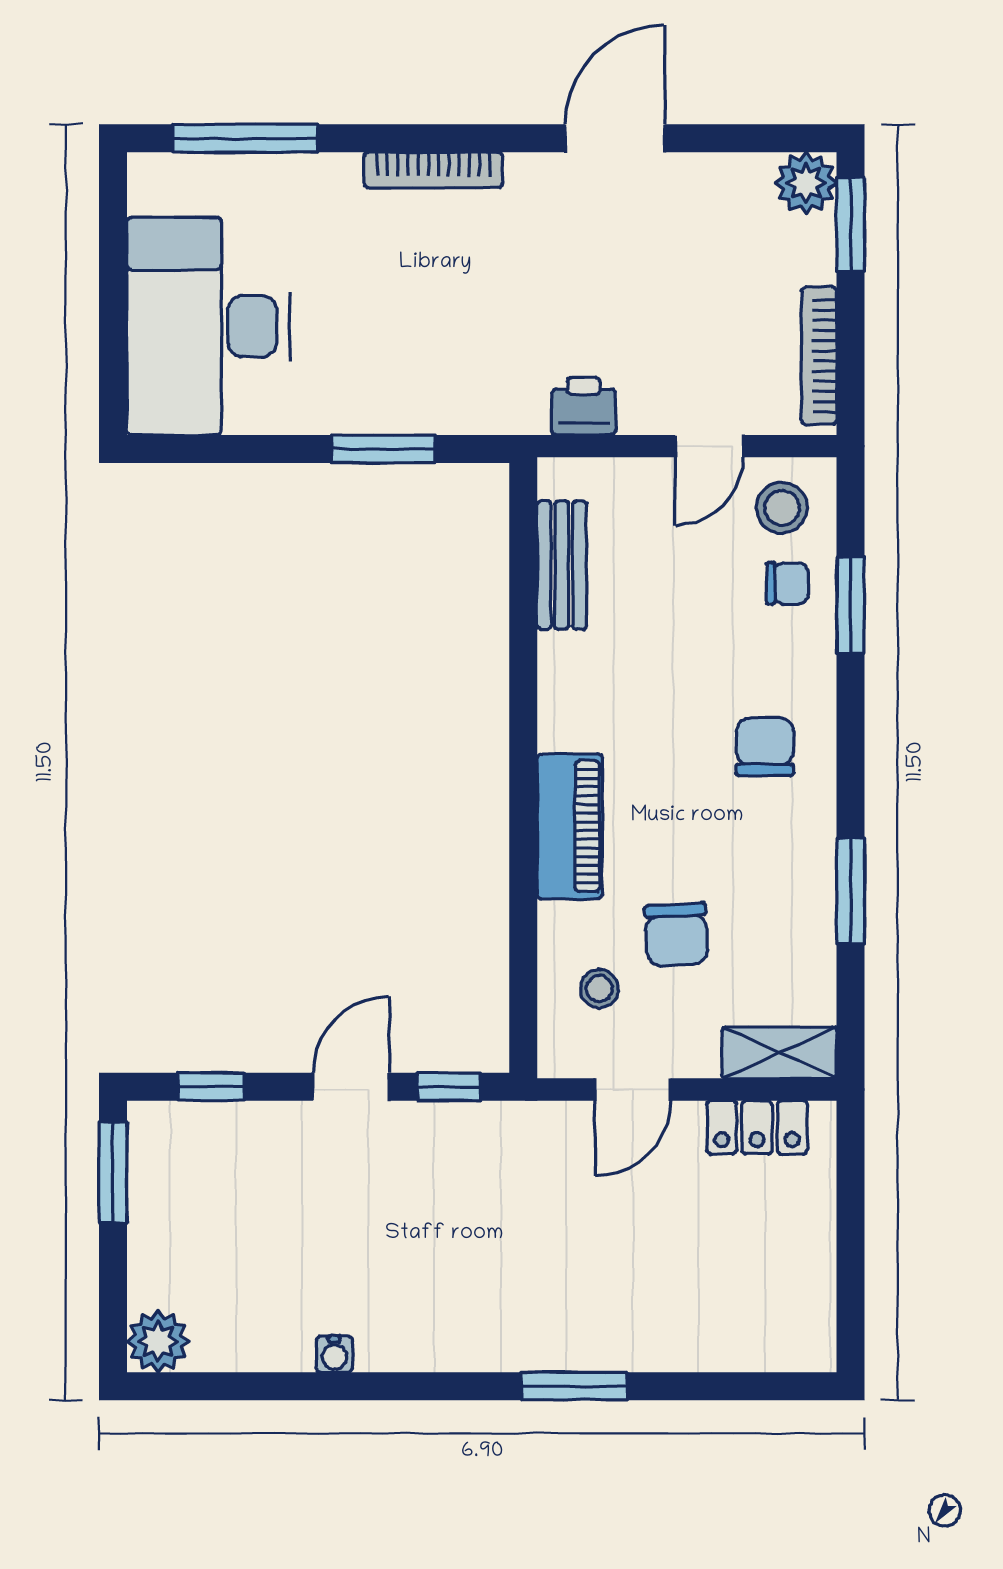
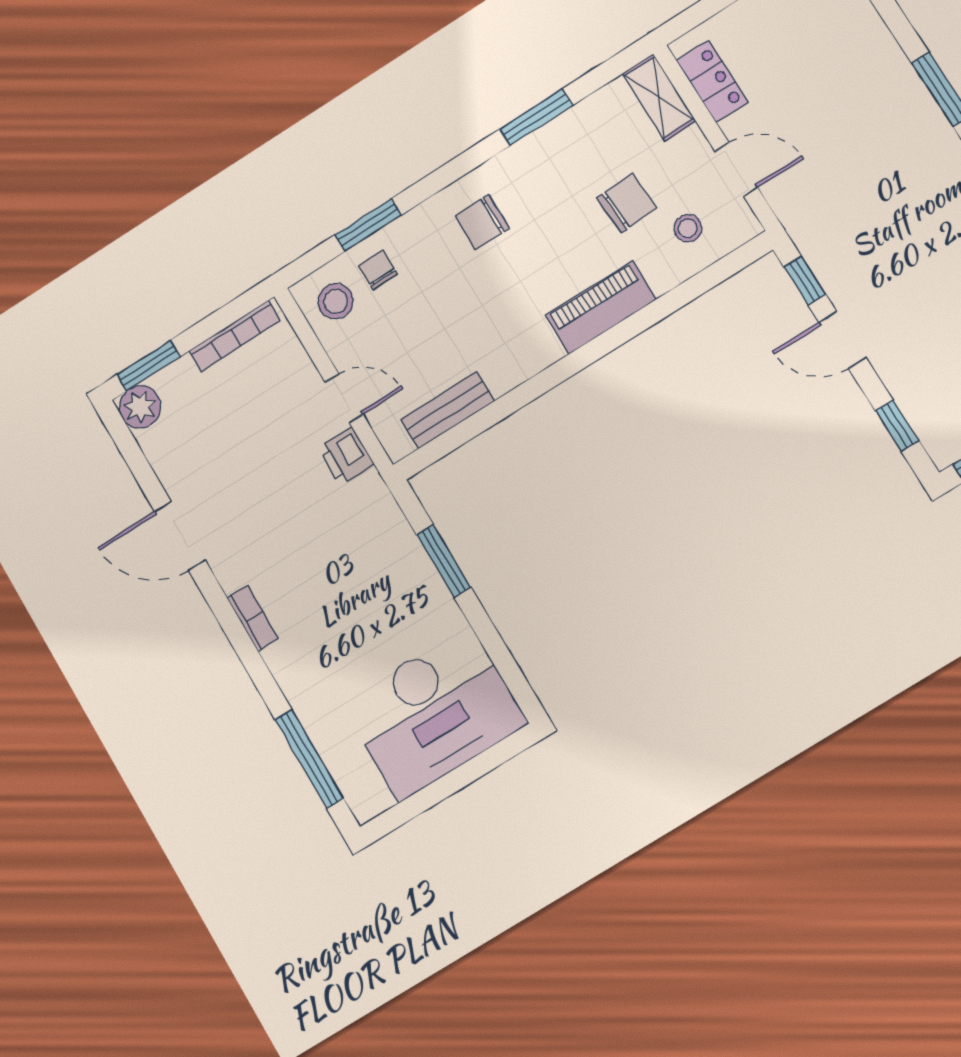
bookcase: (433, 170) -> (253, 618), width x0.64
door: (709, 446) -> (344, 398), moved

